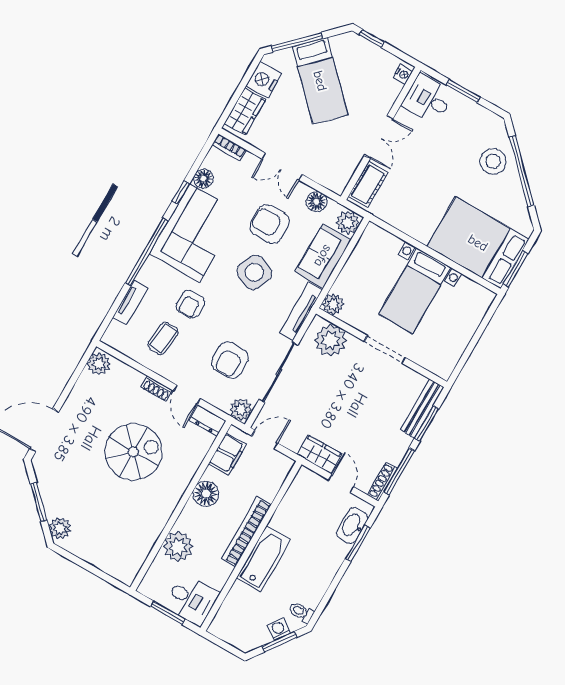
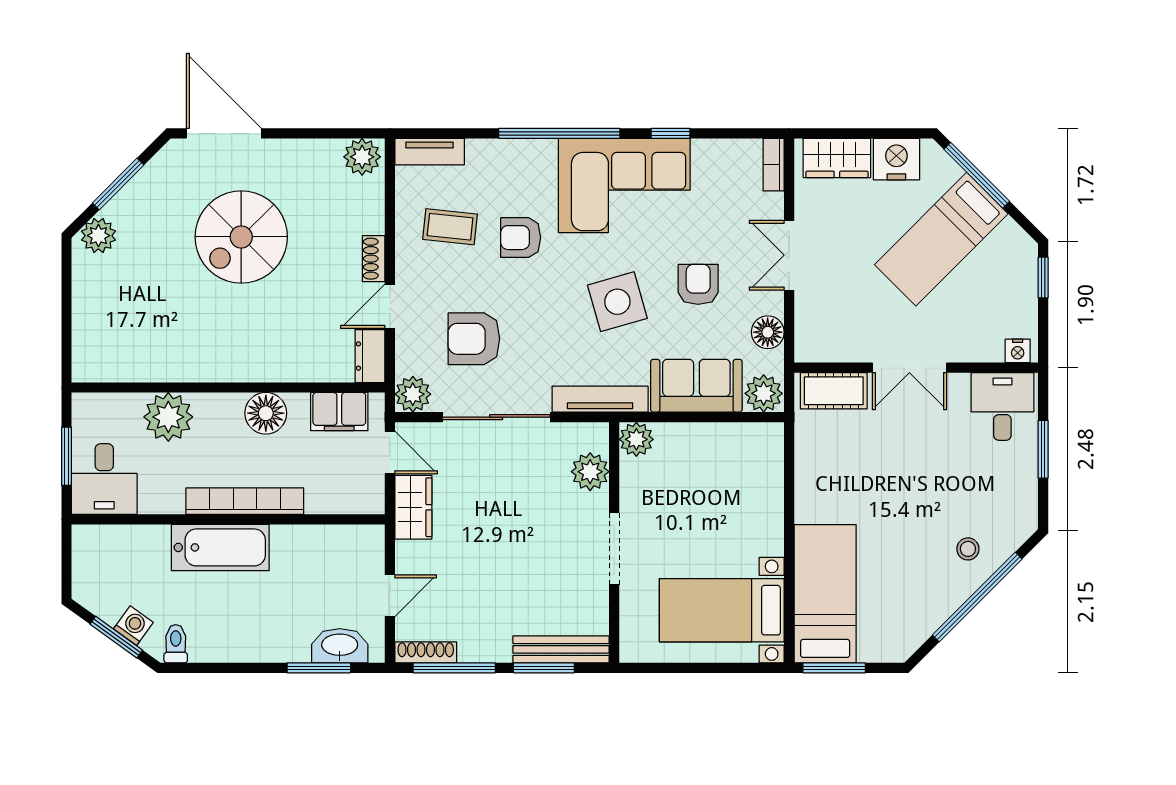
stool: (493, 161) -> (968, 549), width x0.53, depth x0.53
floor lamp: (203, 179) -> (708, 154), removed
armchair: (270, 224) -> (698, 284), width x0.72, depth x0.72
bed: (478, 243) -> (825, 594), width x0.67
side table: (254, 272) -> (617, 302), turned -38
bed with nightstands: (415, 291) -> (722, 610), moved
tv unit: (130, 303) -> (430, 152), moved
plant: (331, 340) -> (590, 472), width x0.73, depth x0.73
spiral stairs: (133, 452) -> (241, 237), moved, turned 90
wardrobe: (319, 454) -> (413, 507), moved

